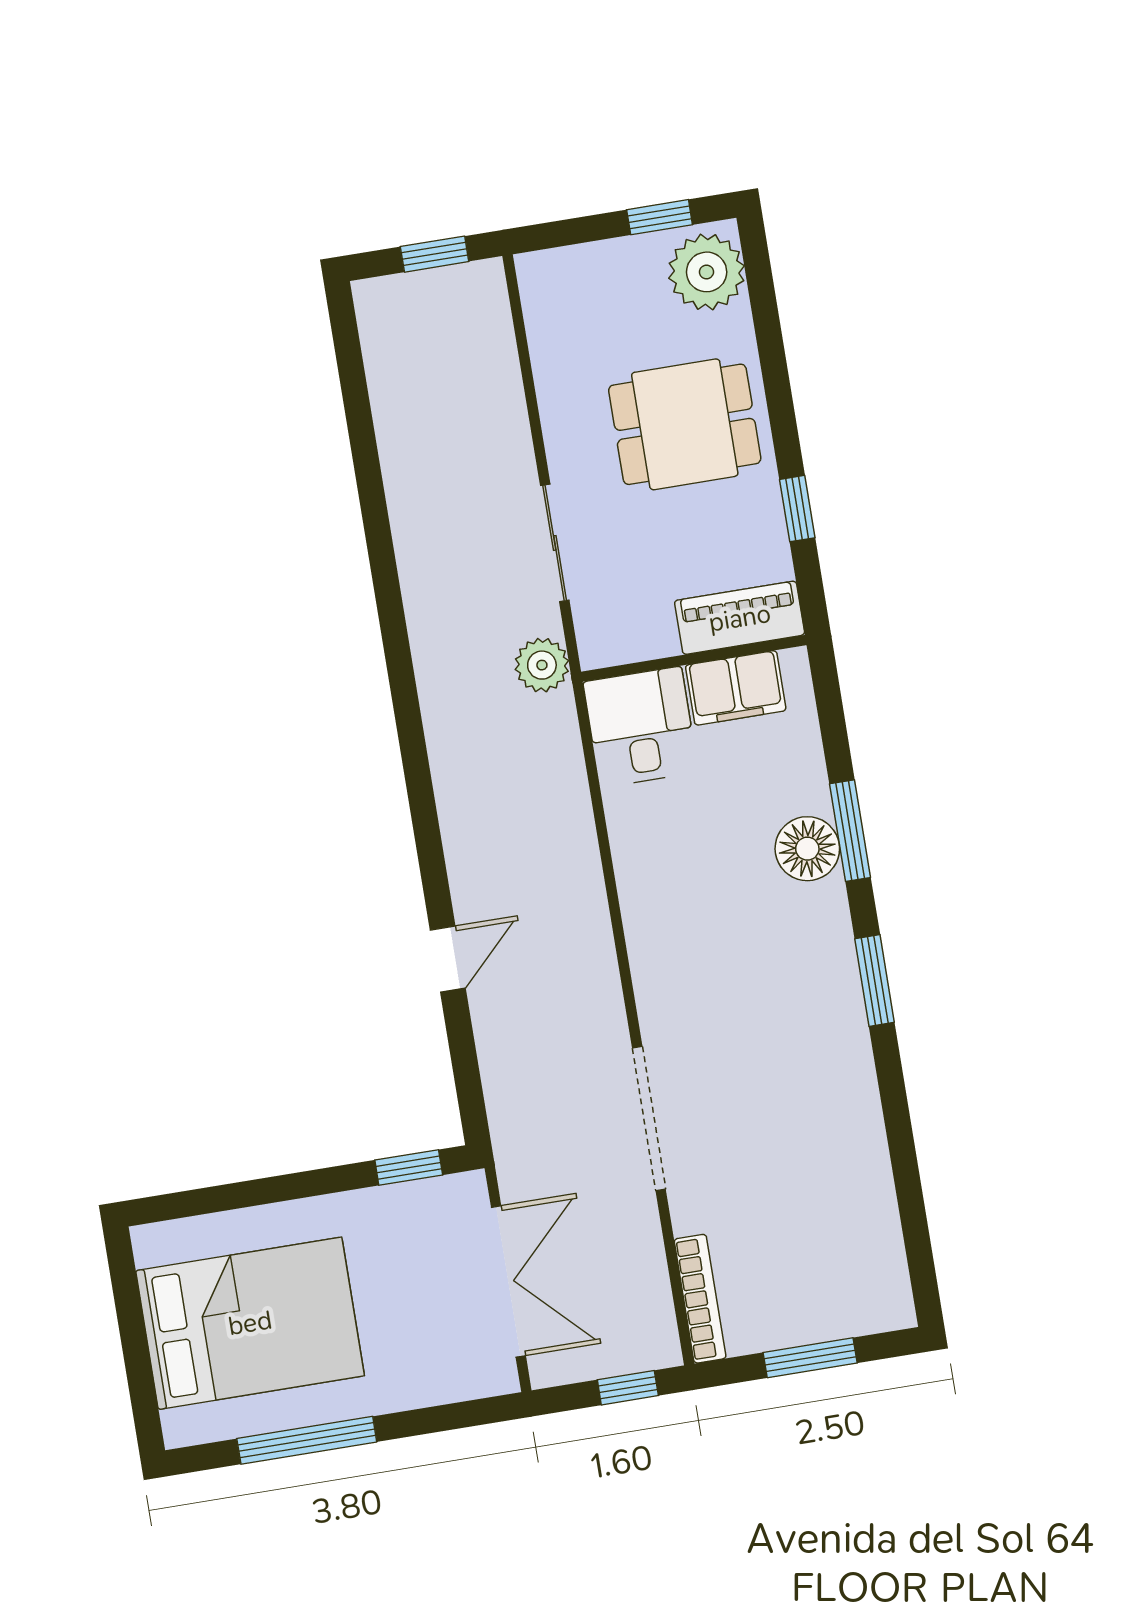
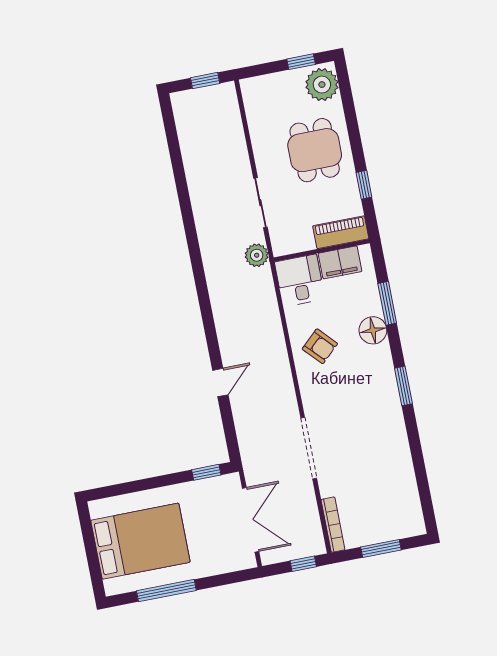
dining table: (685, 424) -> (315, 150), turned 90
window: (850, 831) -> (387, 303), moved
armchair: (683, 882) -> (320, 346), added

